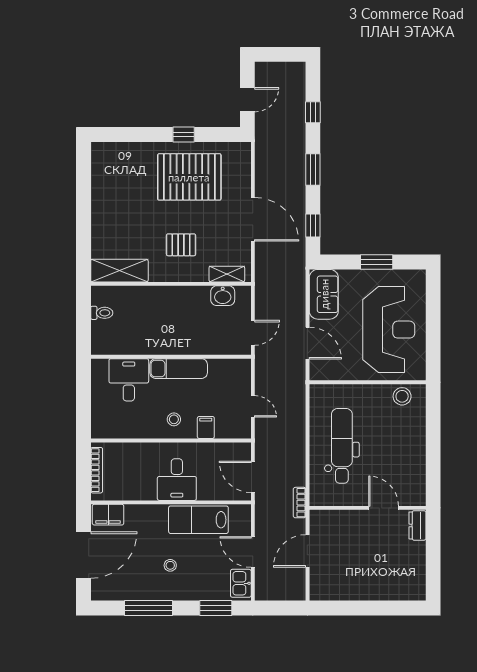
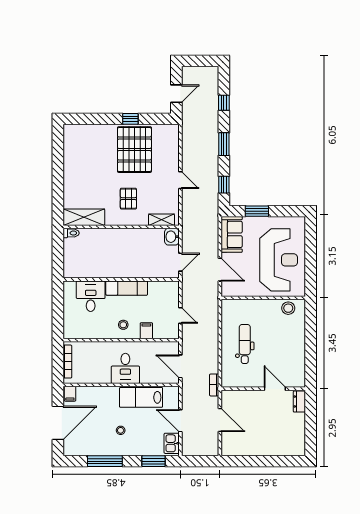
pallet: (189, 177) -> (134, 150), turned 90
door: (253, 219) -> (180, 180), width x0.53
pallet: (181, 245) -> (128, 199), turned 90
window: (377, 262) -> (257, 211), moved
washbasin: (223, 296) -> (172, 237), moved, turned 90
toilet: (102, 313) -> (71, 233), moved
dental chair: (342, 446) -> (245, 344), width x0.73, depth x0.72
filing cabinet: (108, 515) -> (70, 394), width x0.50
door: (307, 551) -> (220, 420), swing flipped

